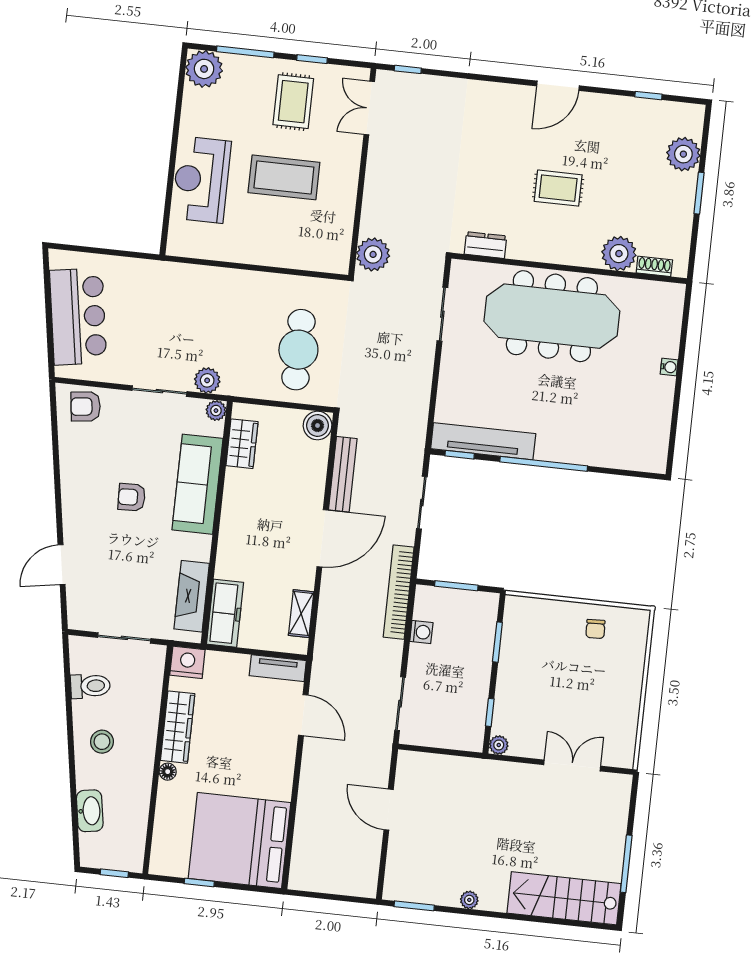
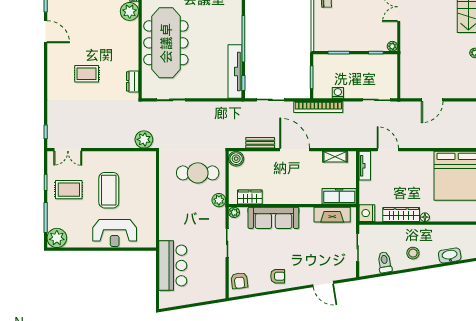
door: (558, 86) -> (46, 32), moved
rug: (558, 188) -> (87, 74), moved, turned 90
bar counter: (78, 317) -> (173, 265), moved, turned 99
plant: (207, 380) -> (219, 200), moved
bench: (343, 474) -> (260, 143), width x0.73
armchair: (132, 497) -> (278, 276), moved, turned -88
door: (303, 715) -> (388, 150), hinge flipped

